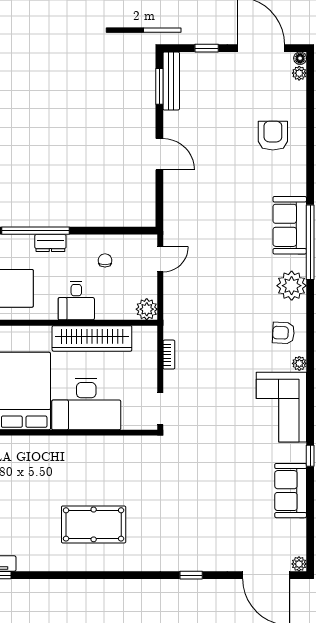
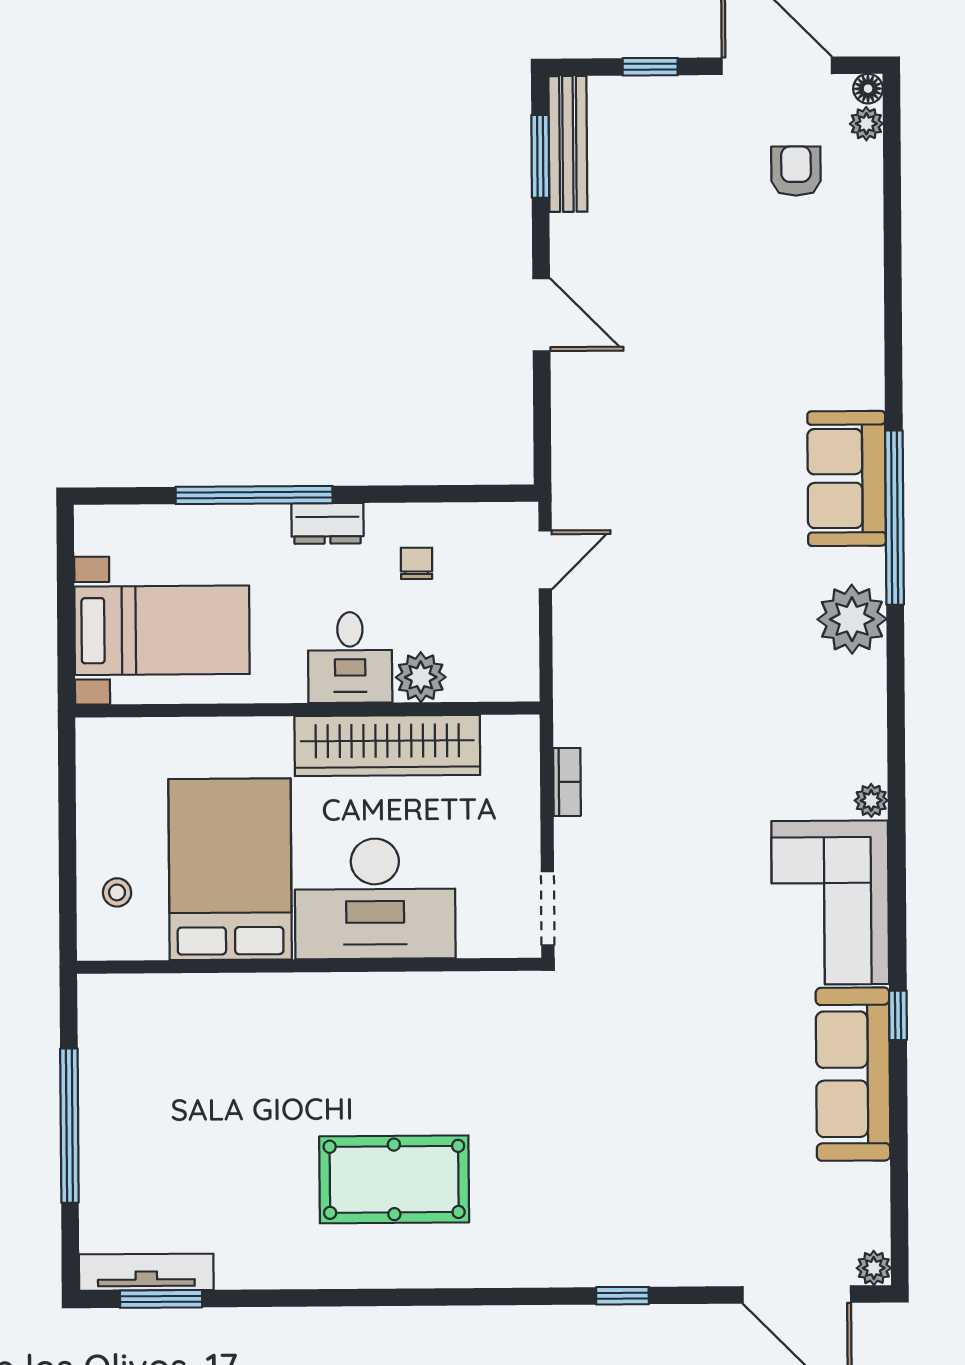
armchair: (273, 136) -> (796, 171), moved, width x0.72, depth x0.72
dresser: (50, 243) -> (327, 523), moved
plant: (147, 309) -> (421, 677), moved
armchair: (283, 333) -> (834, 729), removed
sofa: (291, 491) -> (853, 1074), width x1.36

